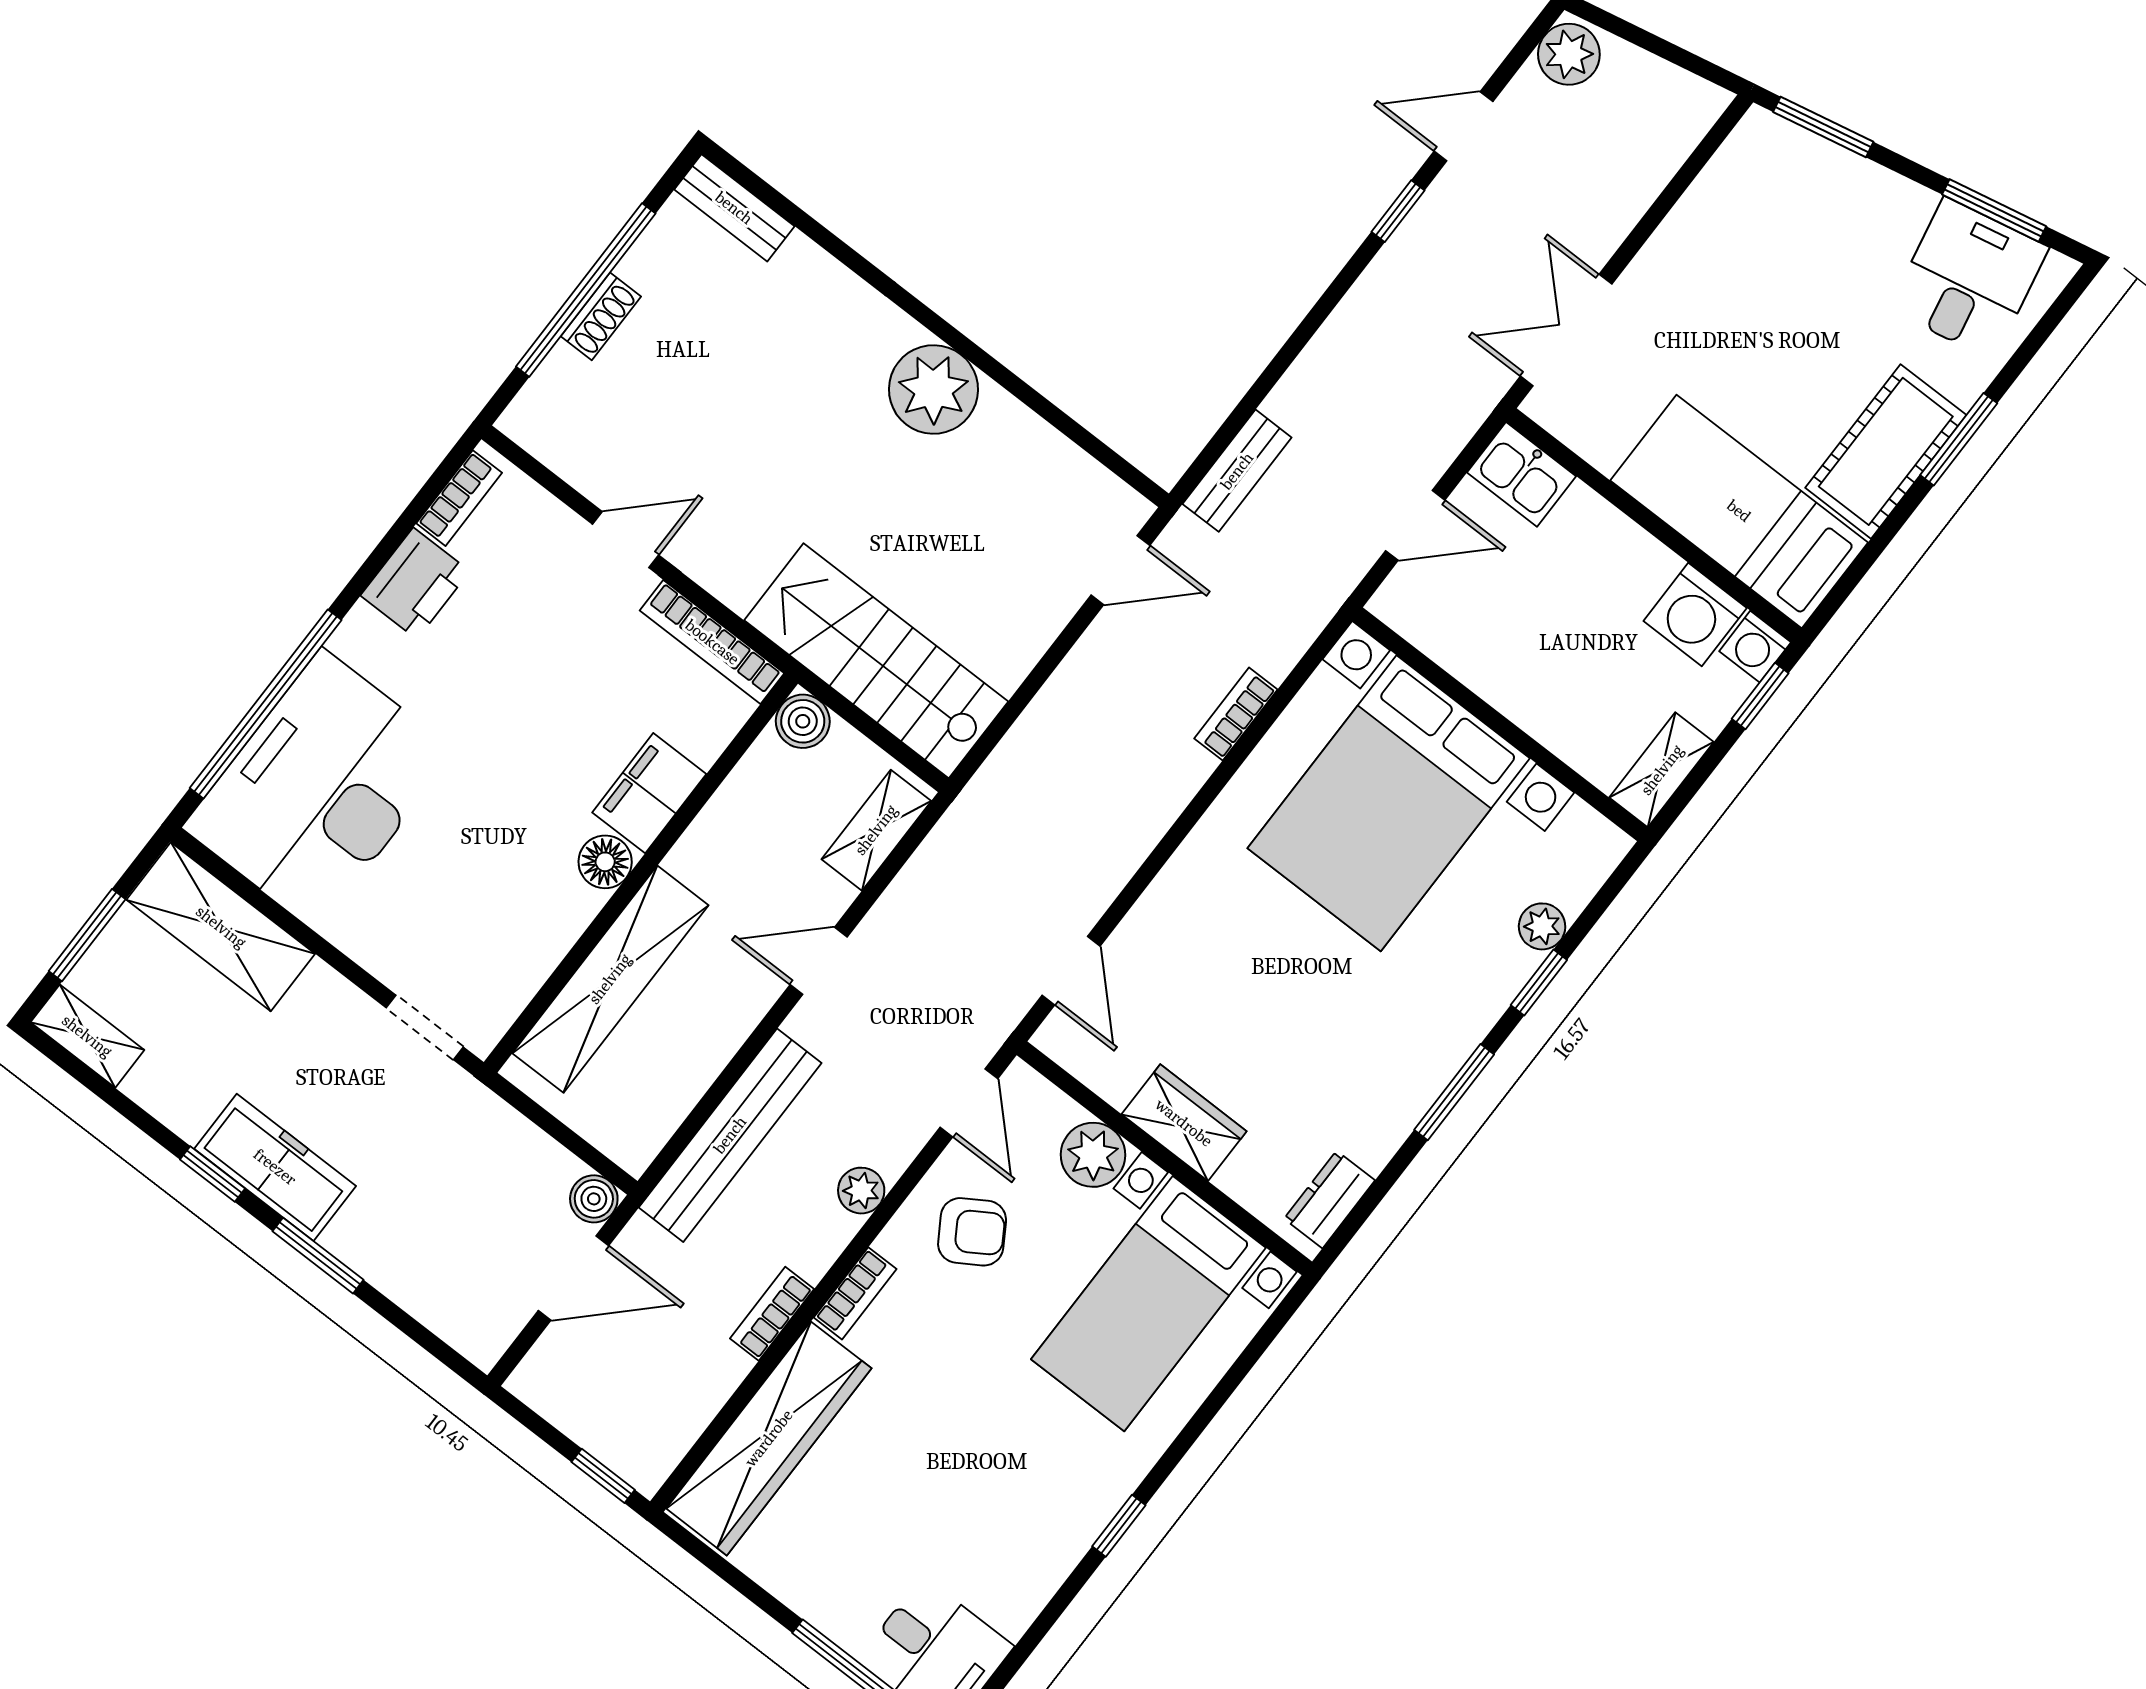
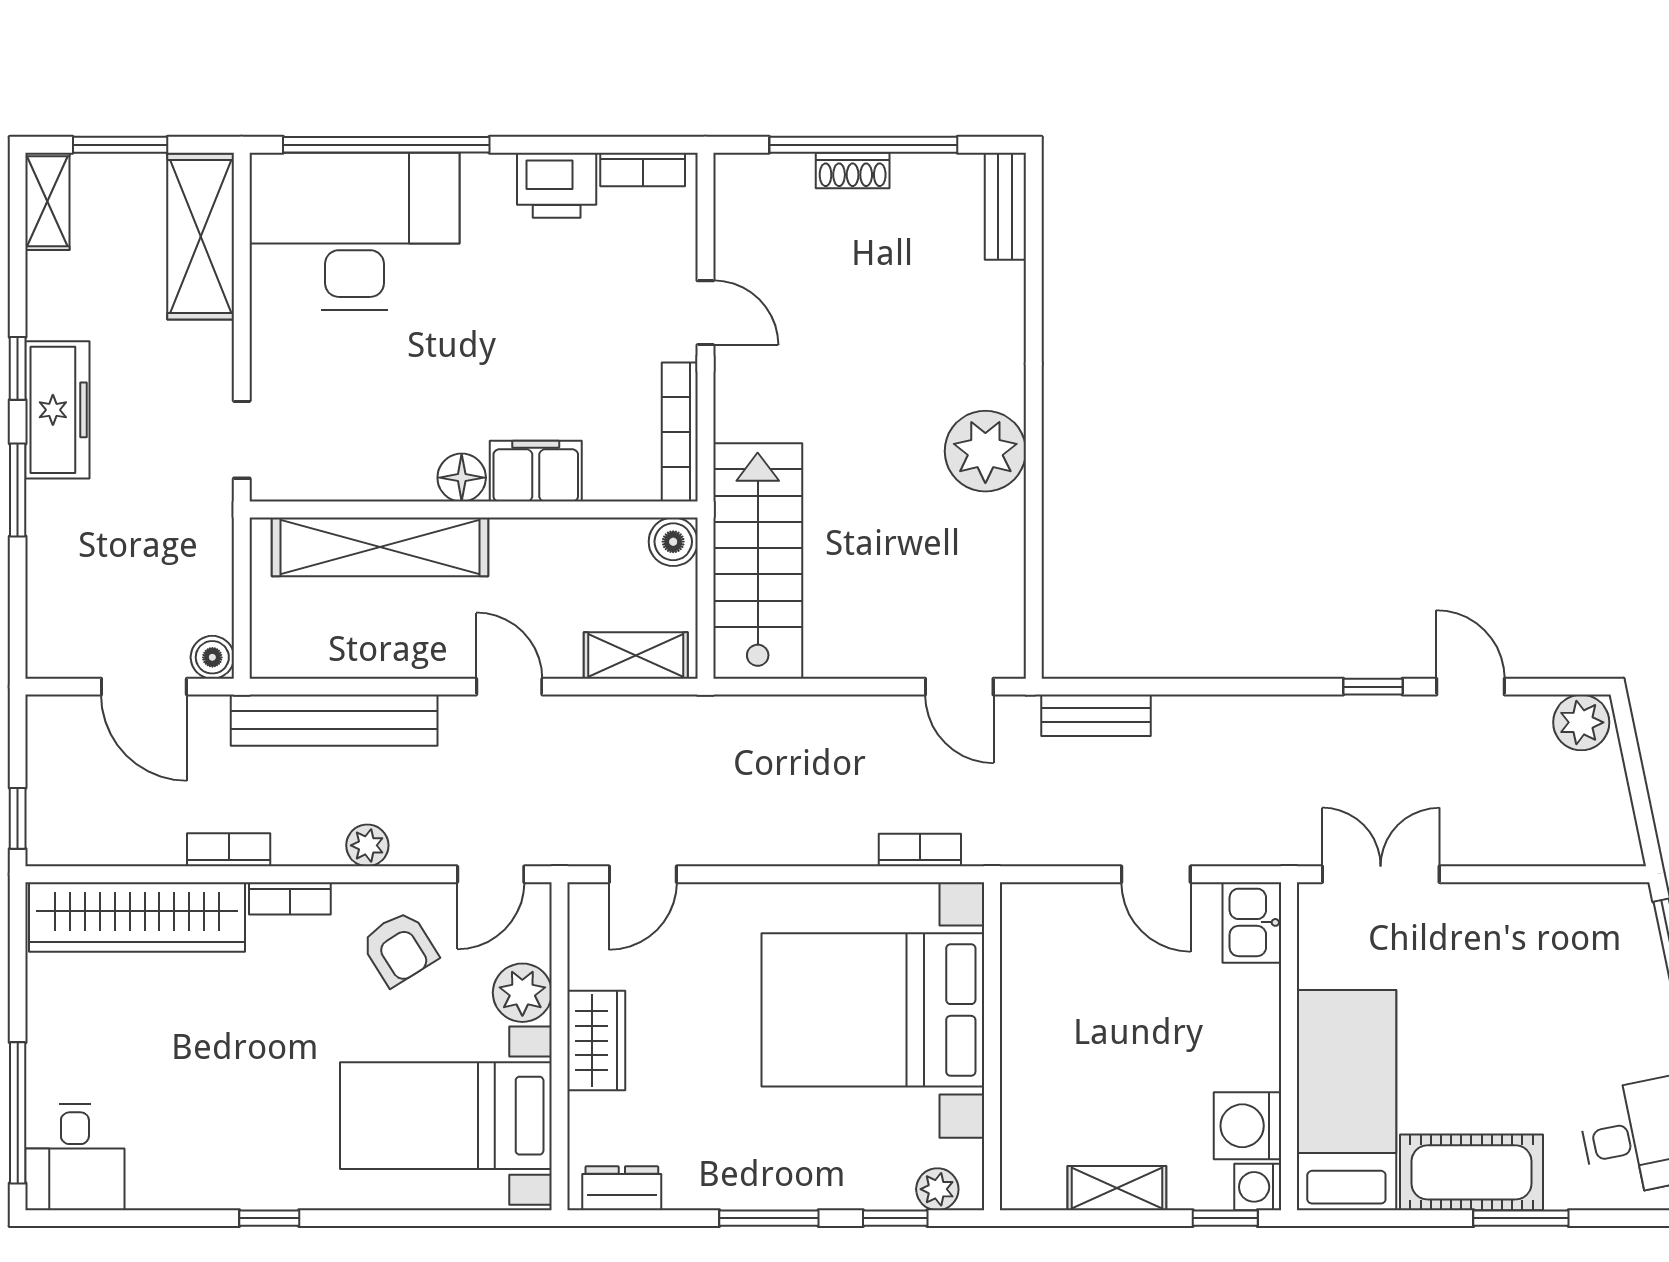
wall: (1500, 724) -> (992, 1046), moved
bed with nightstands: (1389, 803) -> (873, 1010), moved

